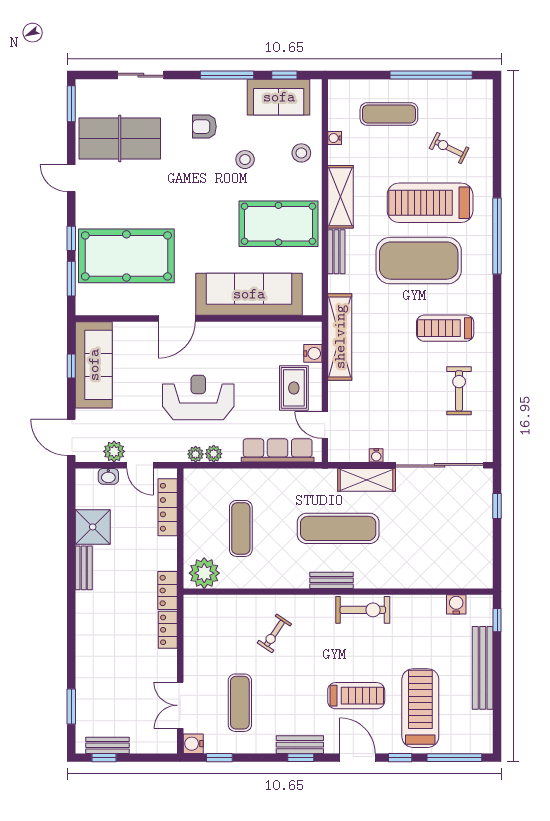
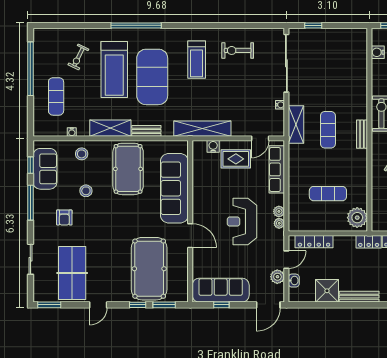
shelving: (367, 480) -> (296, 125), moved
exercise mat: (338, 528) -> (328, 130), width x0.73, depth x0.69
bench: (84, 568) -> (359, 297), width x1.36

